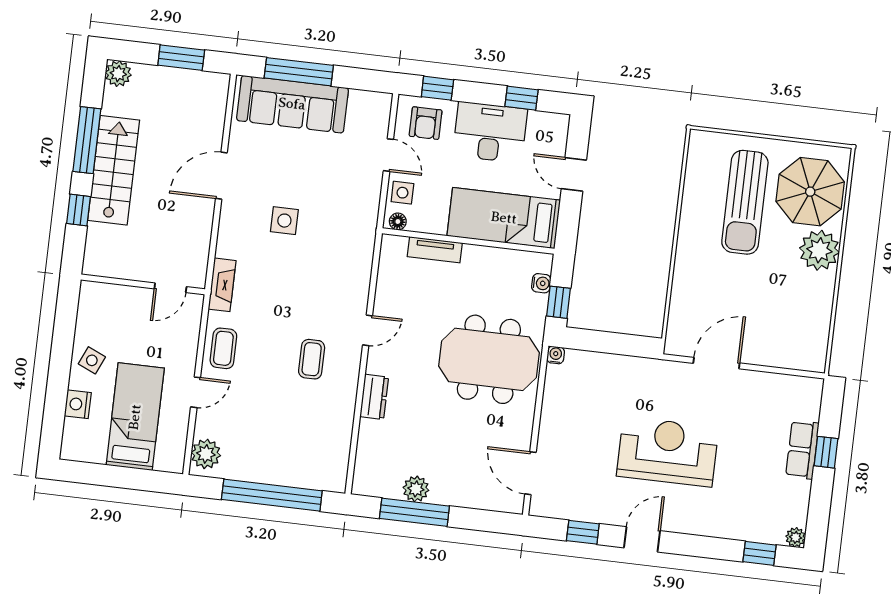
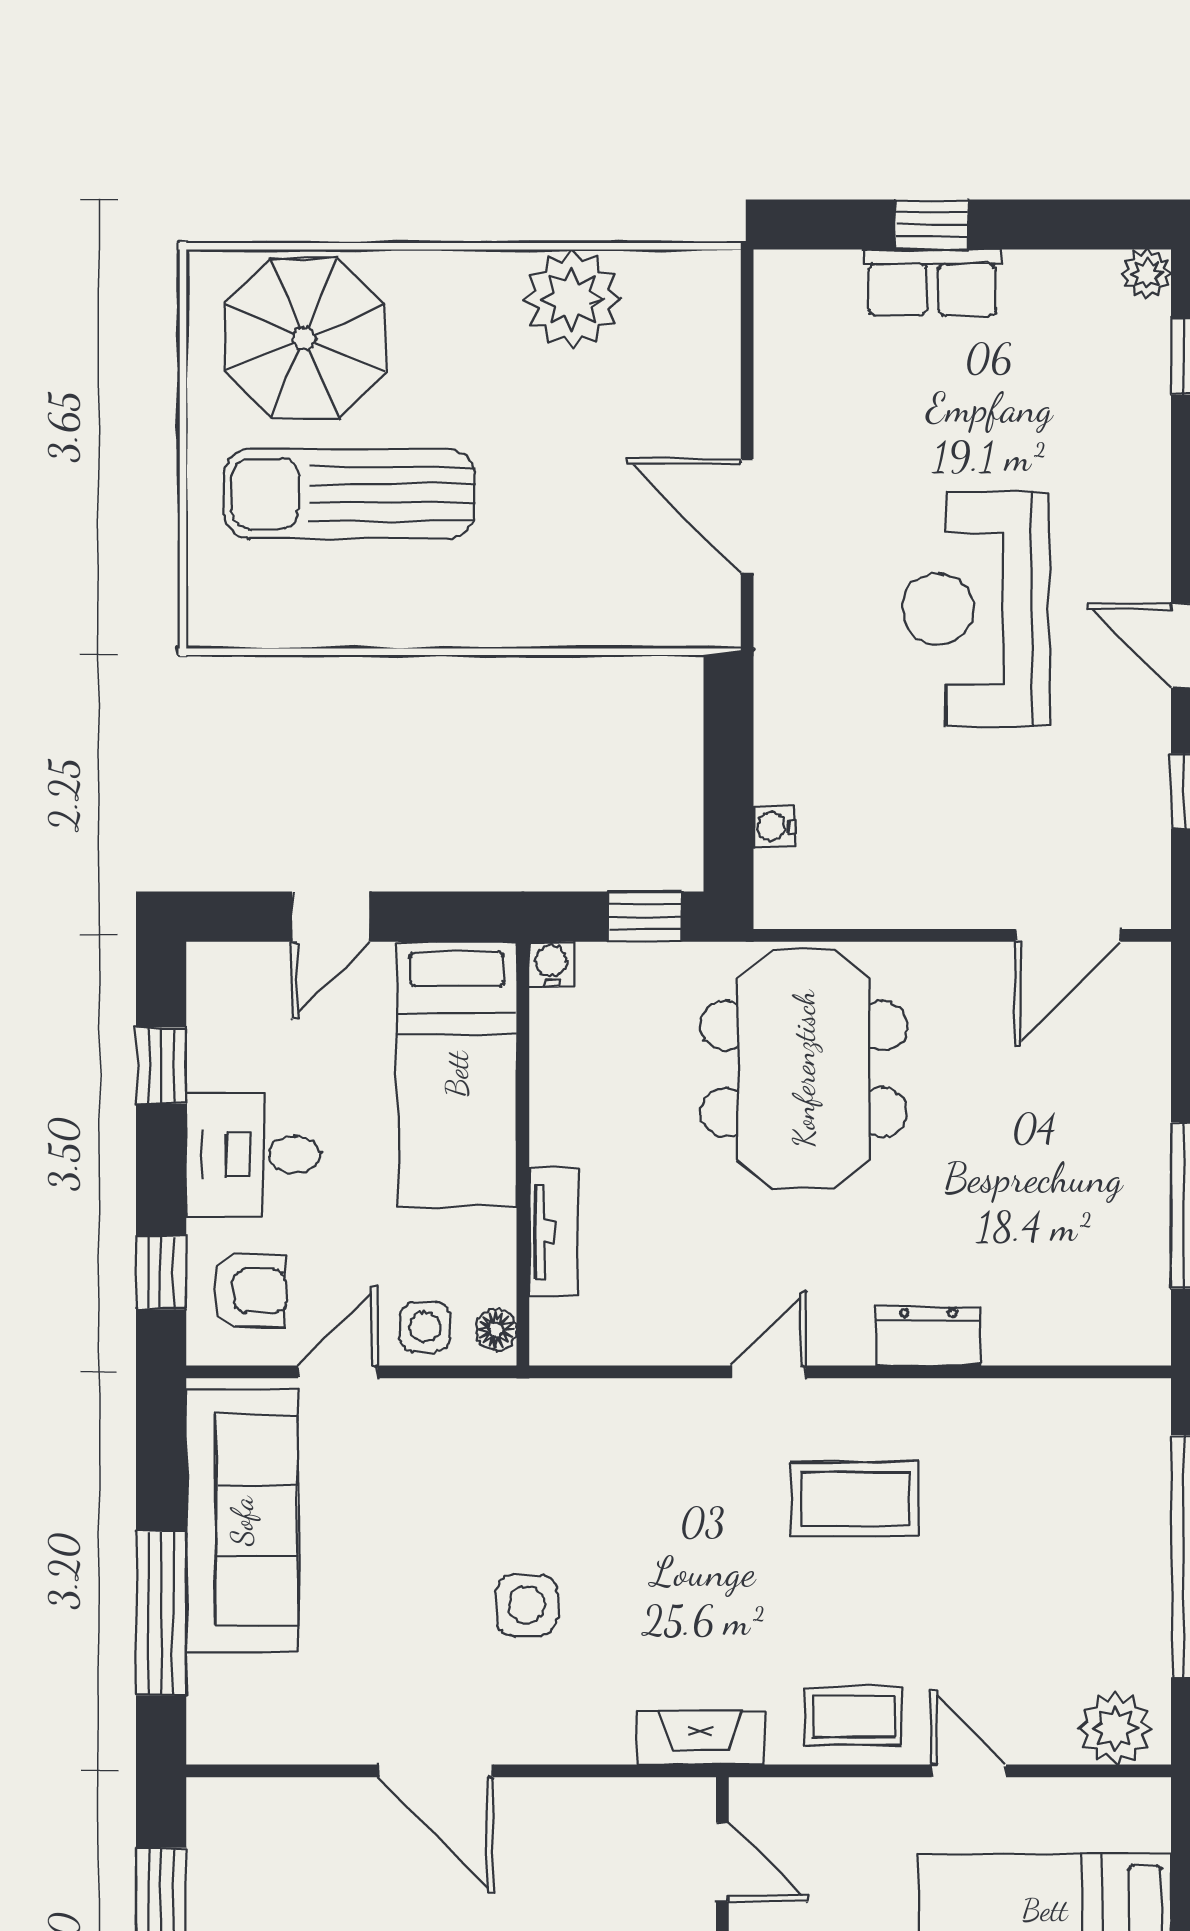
sofa: (292, 104) -> (242, 1521), moved
desk: (490, 132) -> (253, 1155), width x0.73
sun lounger: (745, 202) -> (349, 494), turned 180
plant: (819, 250) -> (572, 299), moved
water cooler: (541, 283) -> (551, 964), moved
door: (368, 330) -> (769, 1372), hinge flipped
water cooler: (556, 355) -> (774, 827), moved
coffee table: (312, 359) -> (855, 1499), width x1.36, depth x1.30
plant: (416, 489) -> (1139, 1208), removed

